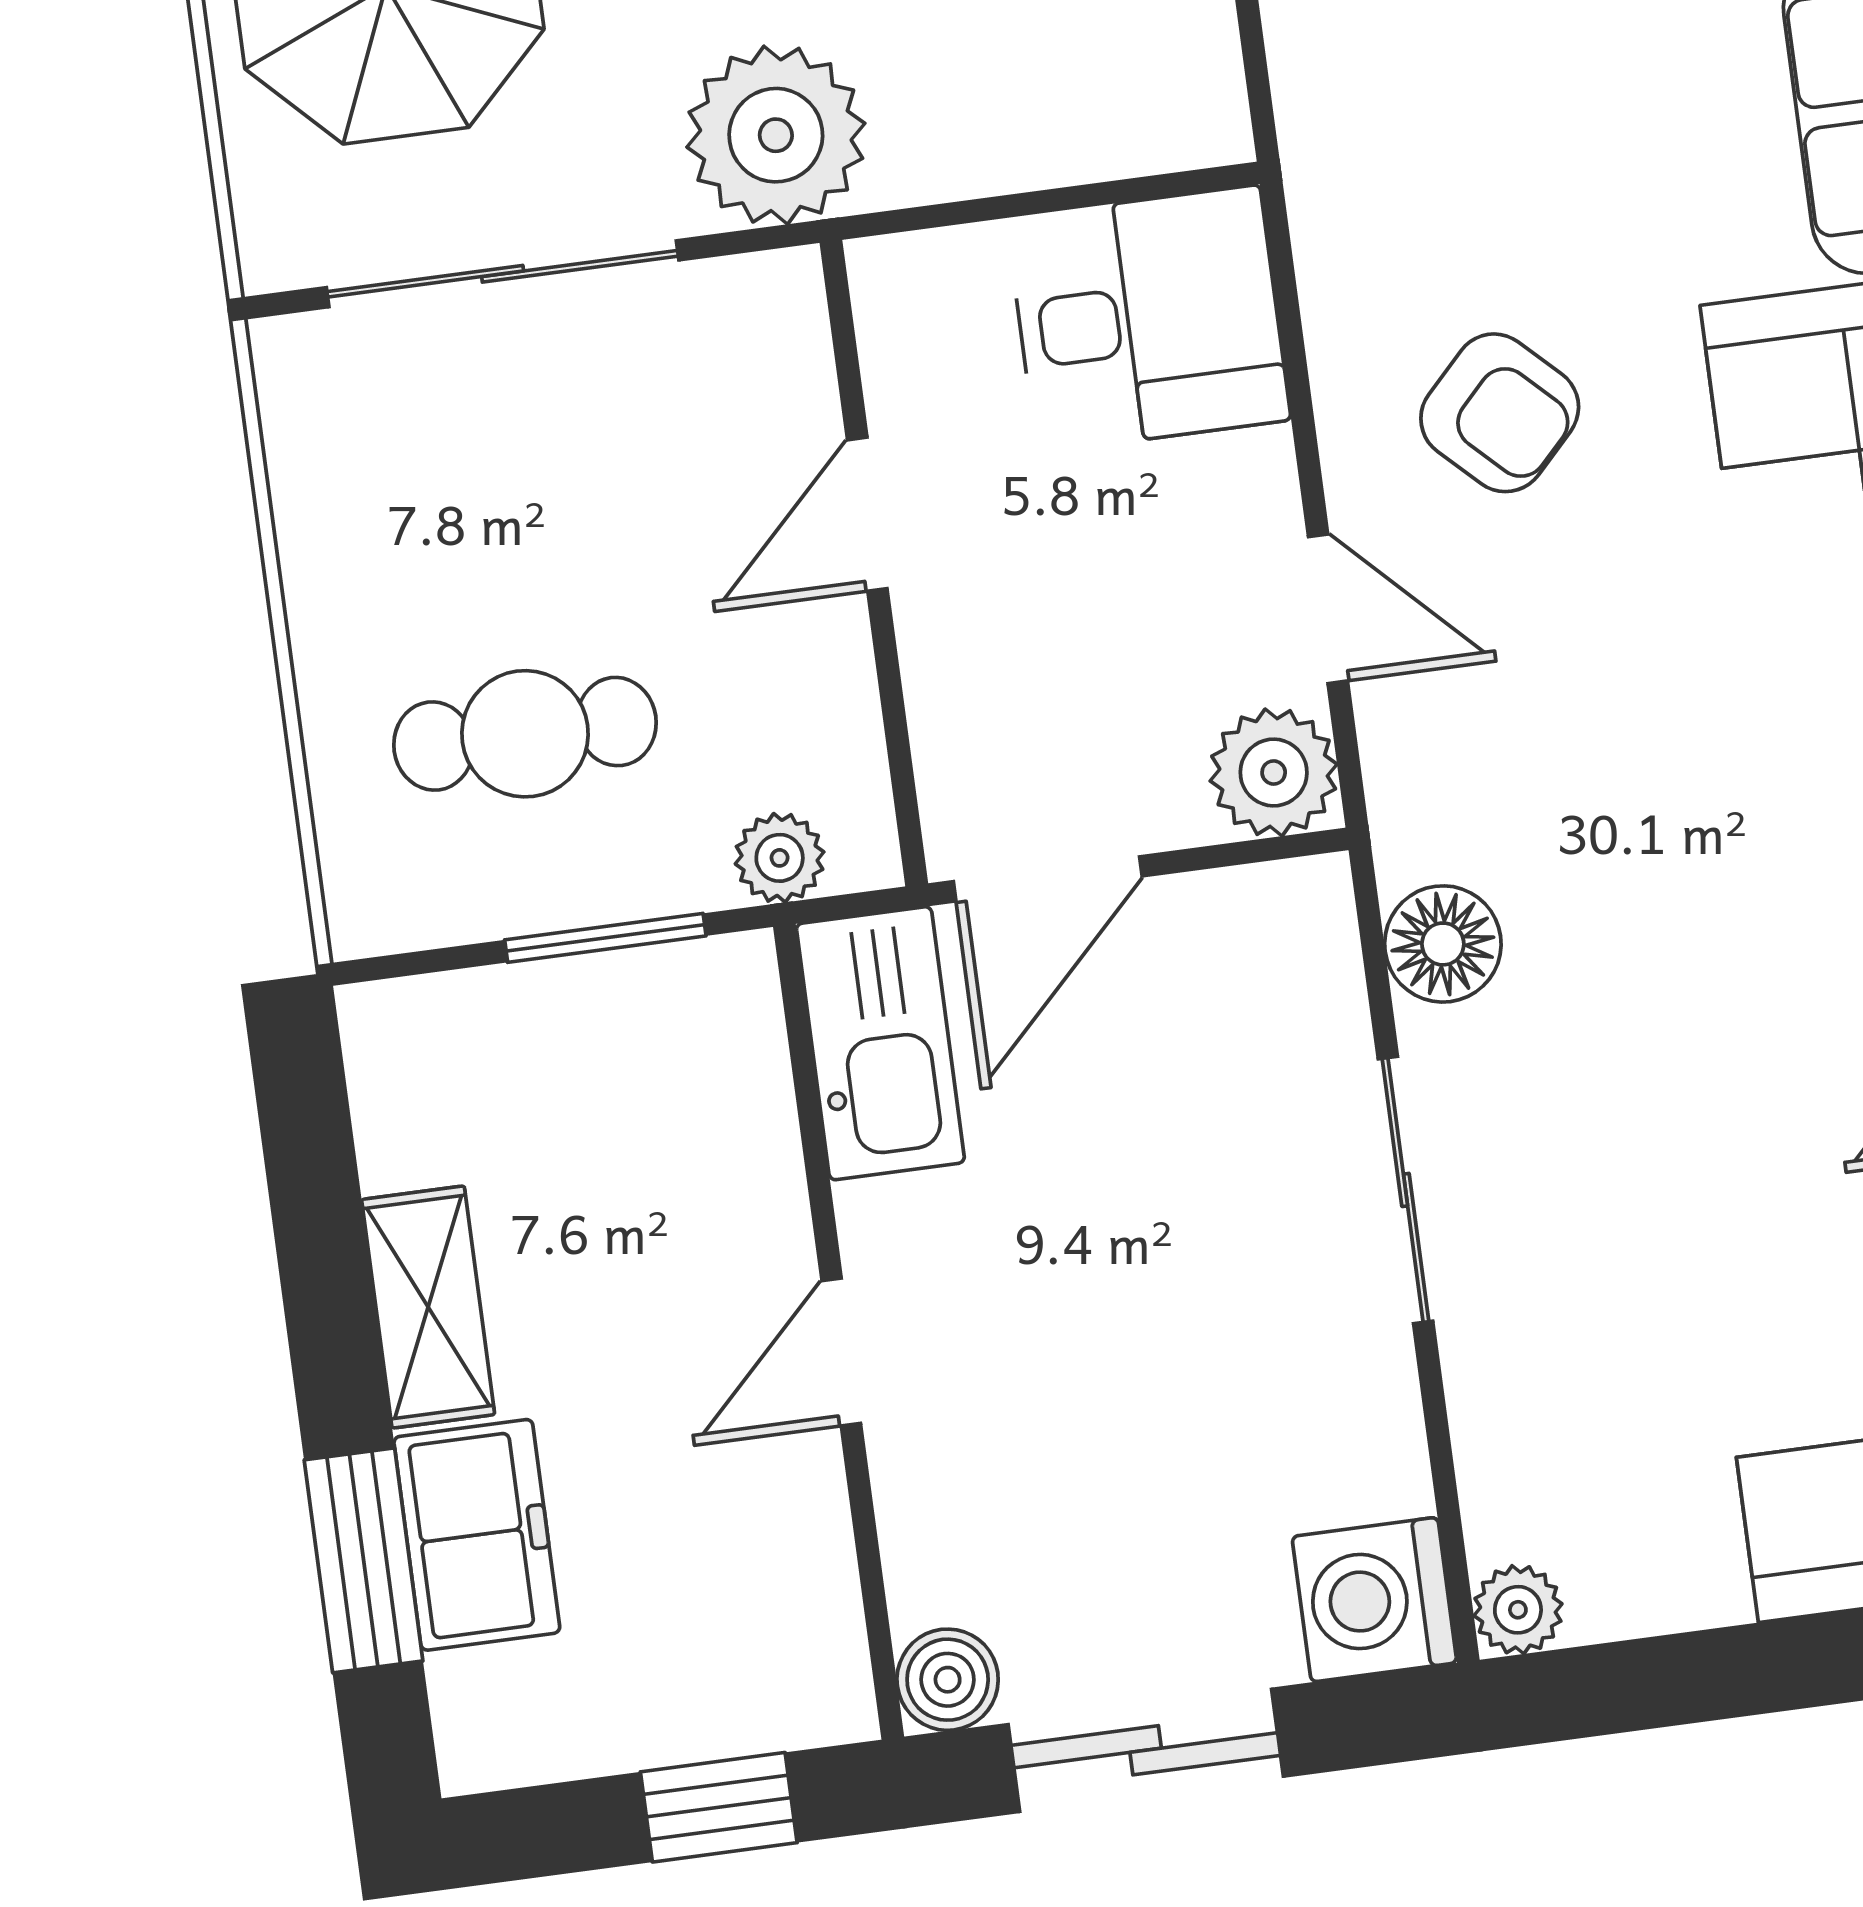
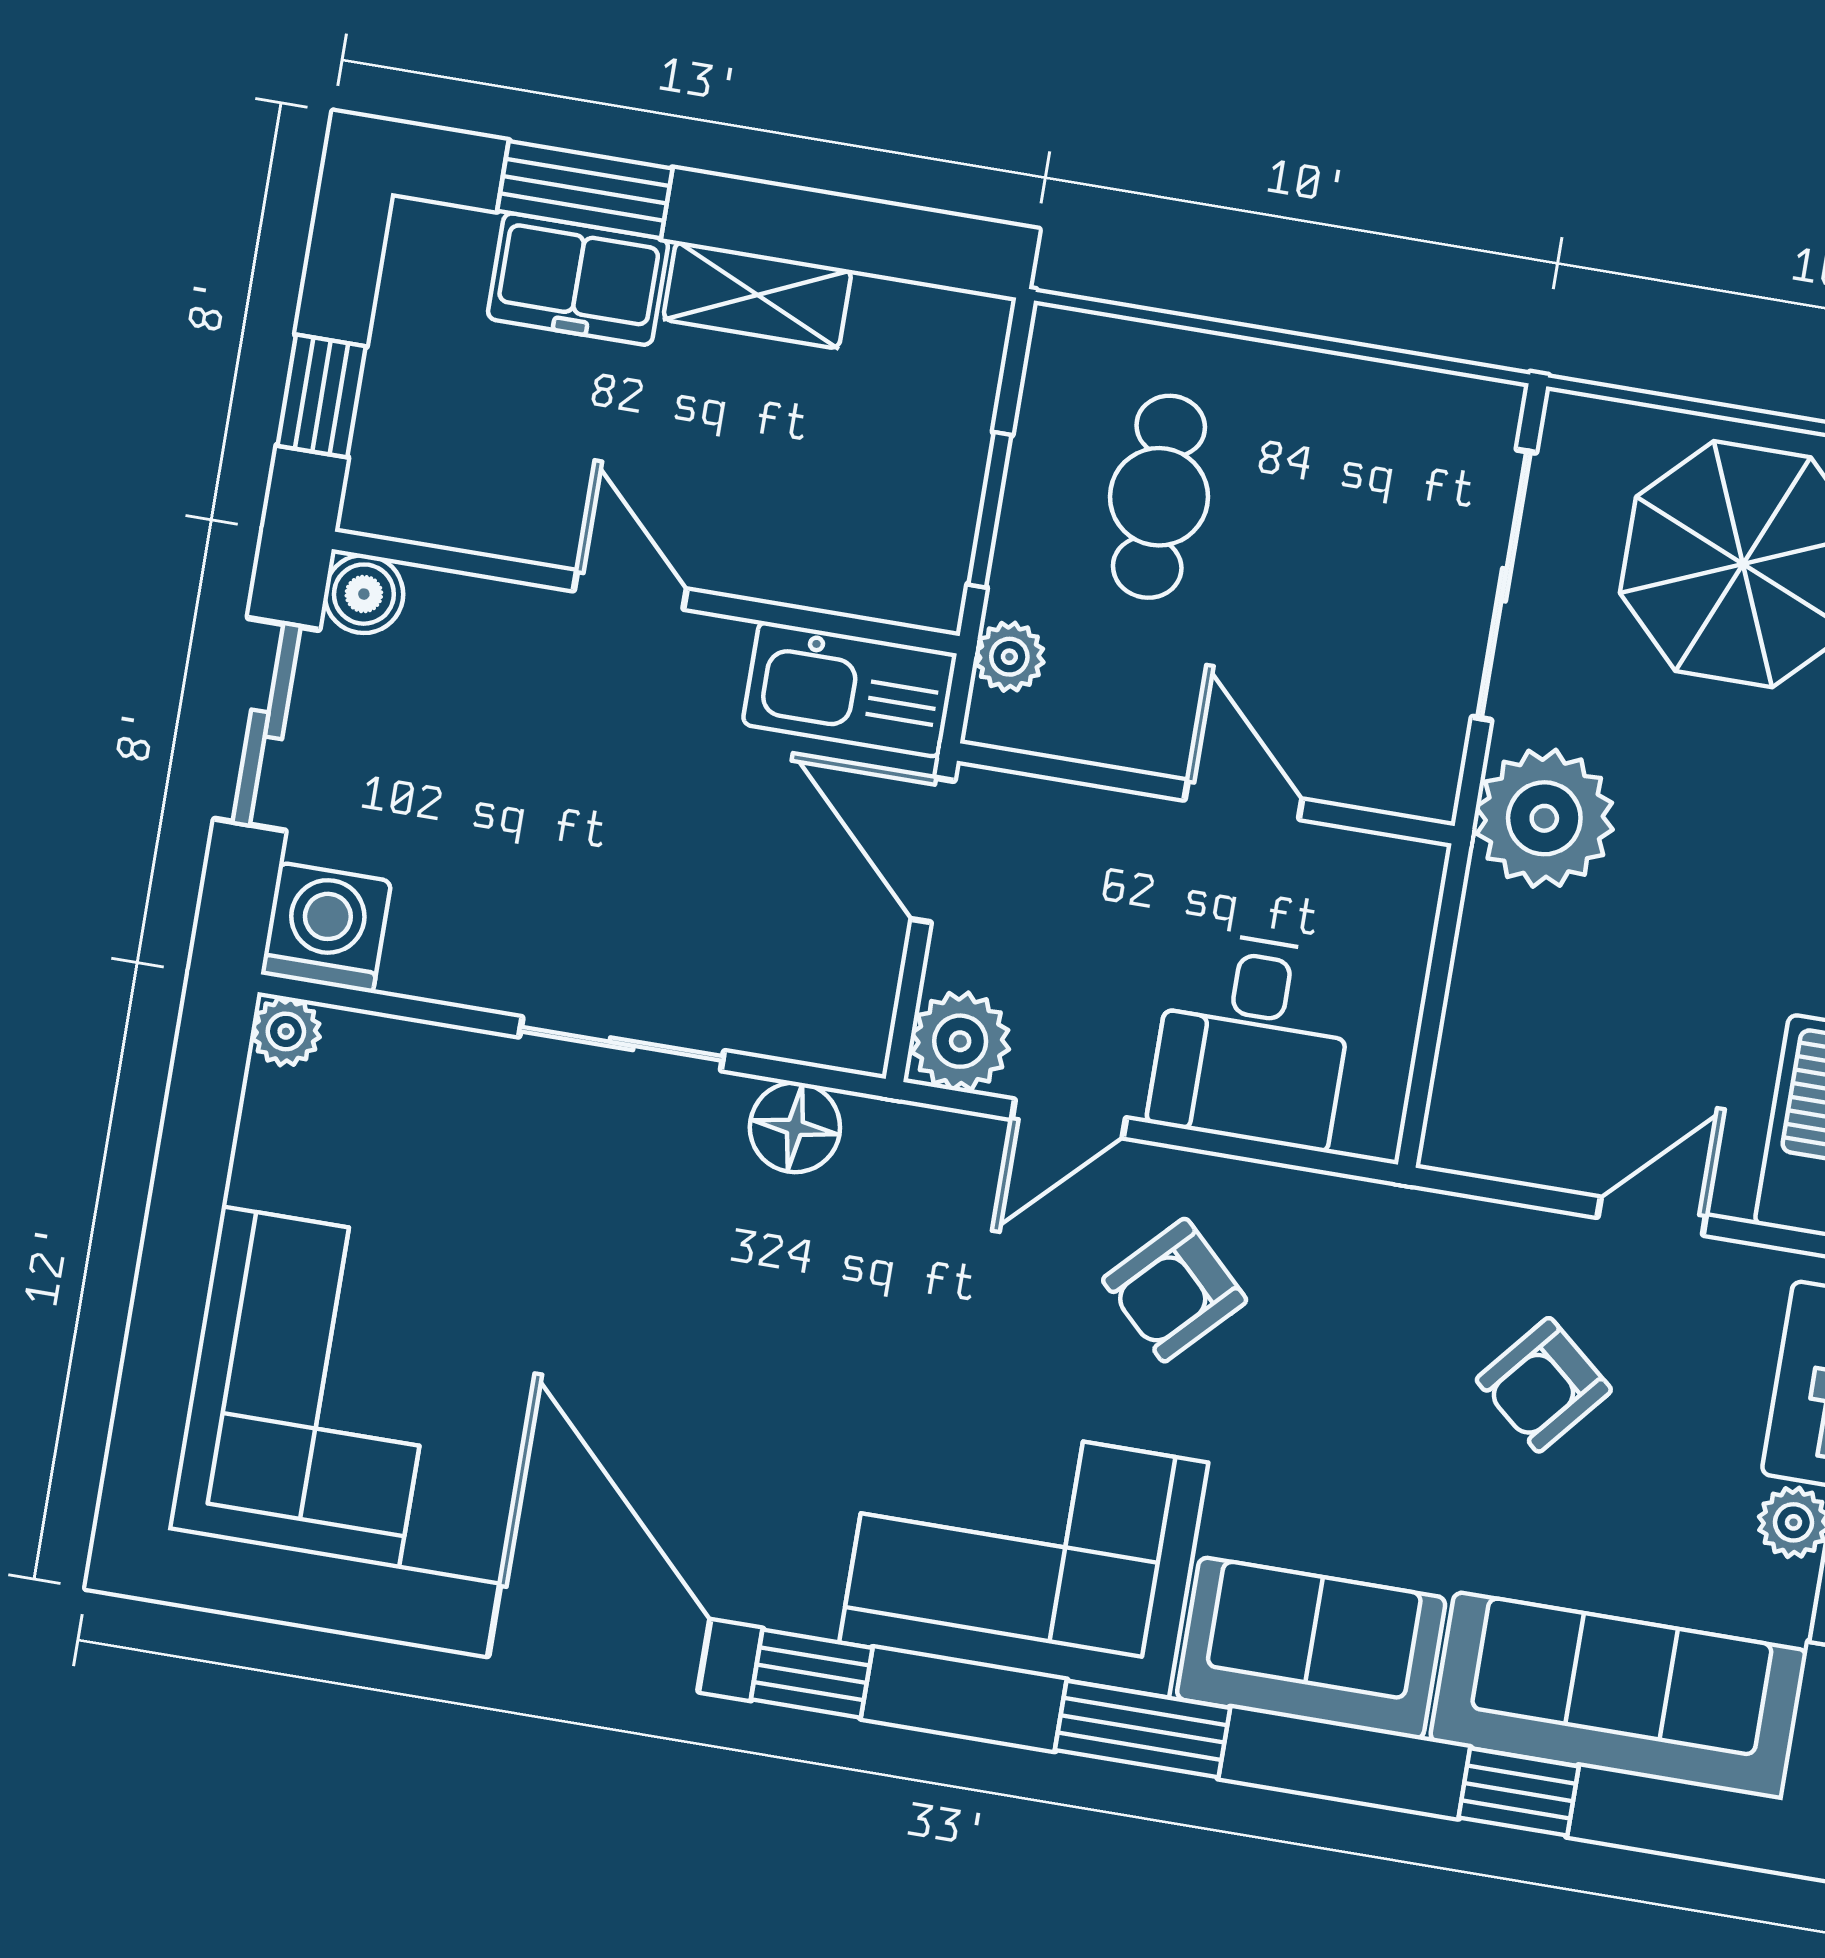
desk: (1148, 319) -> (1253, 1040), moved

